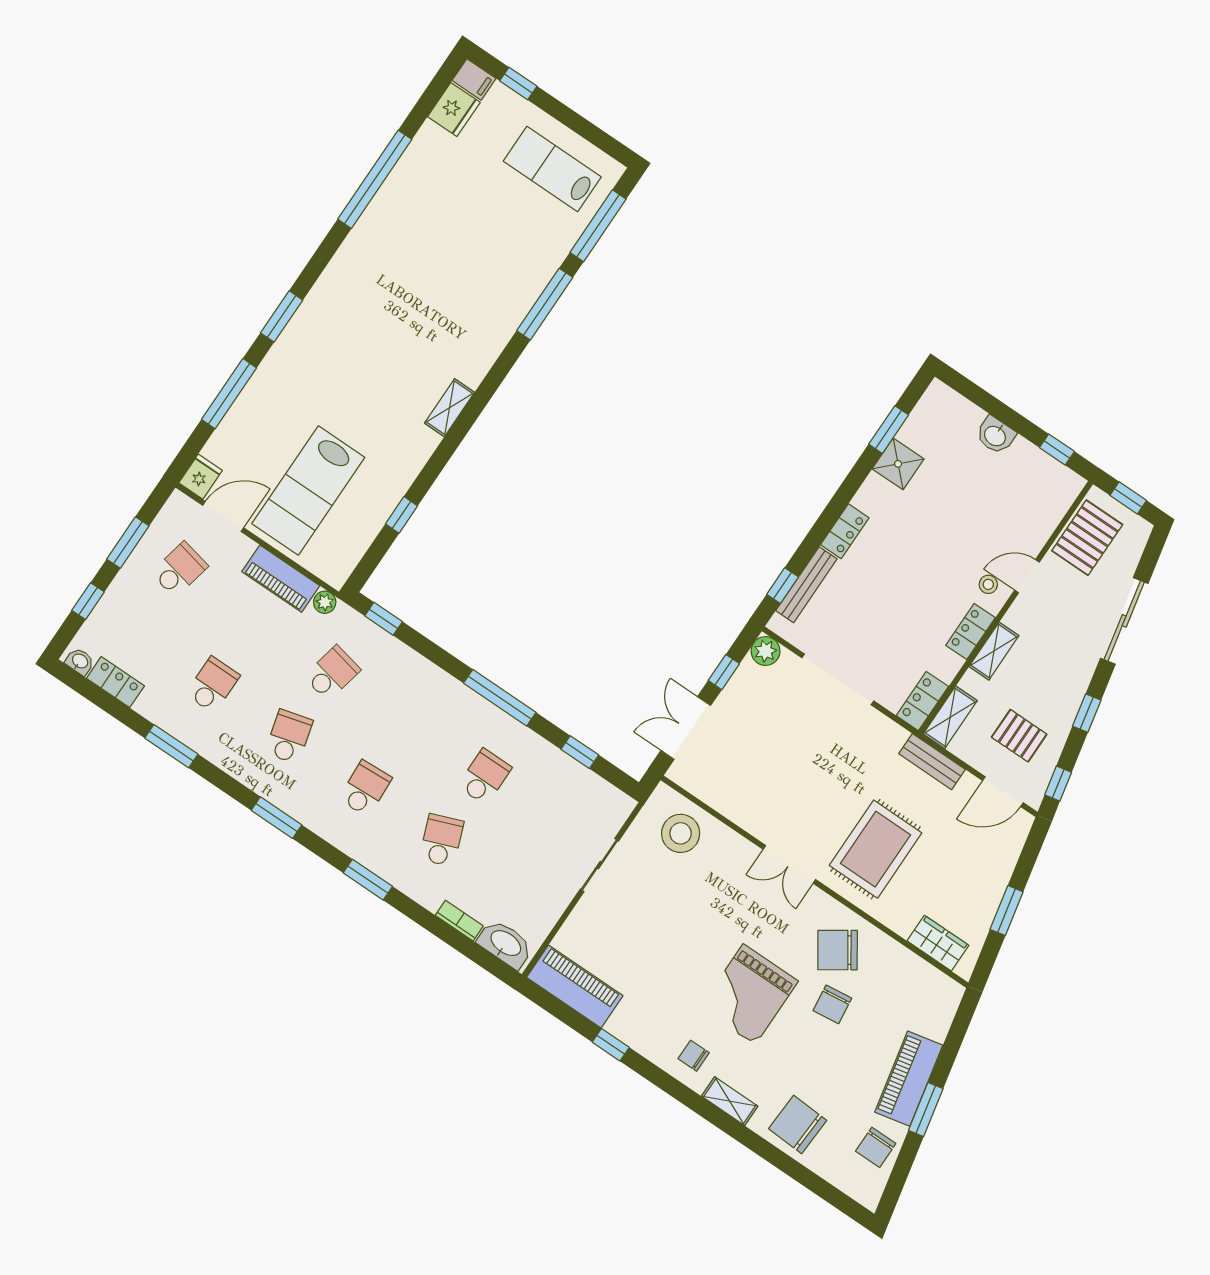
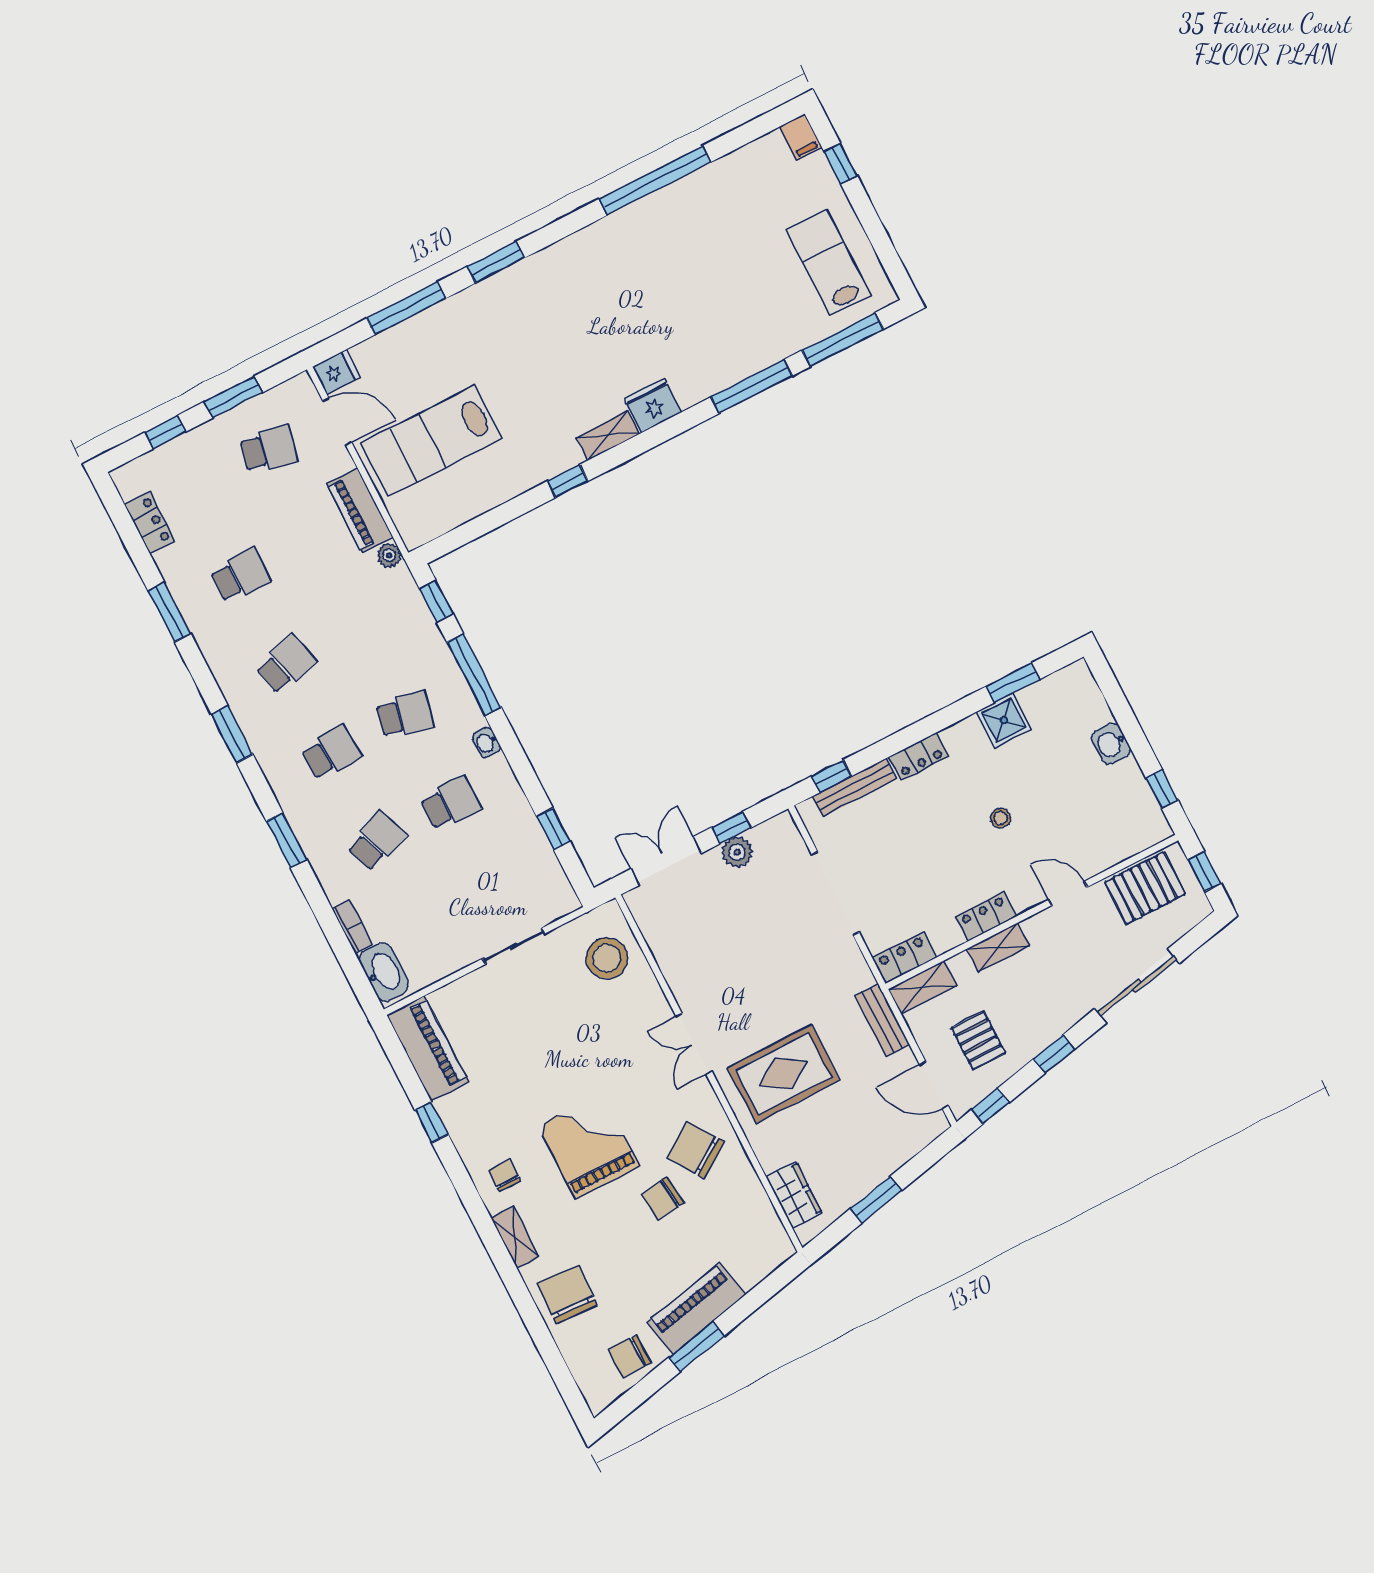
fridge: (454, 109) -> (653, 405), moved, turned 180
window: (401, 515) -> (568, 481), moved
stool: (988, 584) -> (1001, 818), moved
plant: (766, 651) -> (737, 852), moved
washbasin: (80, 661) -> (486, 743), moved, turned 180
school desk: (332, 673) -> (405, 715), moved
window: (500, 698) -> (474, 675), moved
grand piano: (749, 994) -> (589, 1146), turned 90

